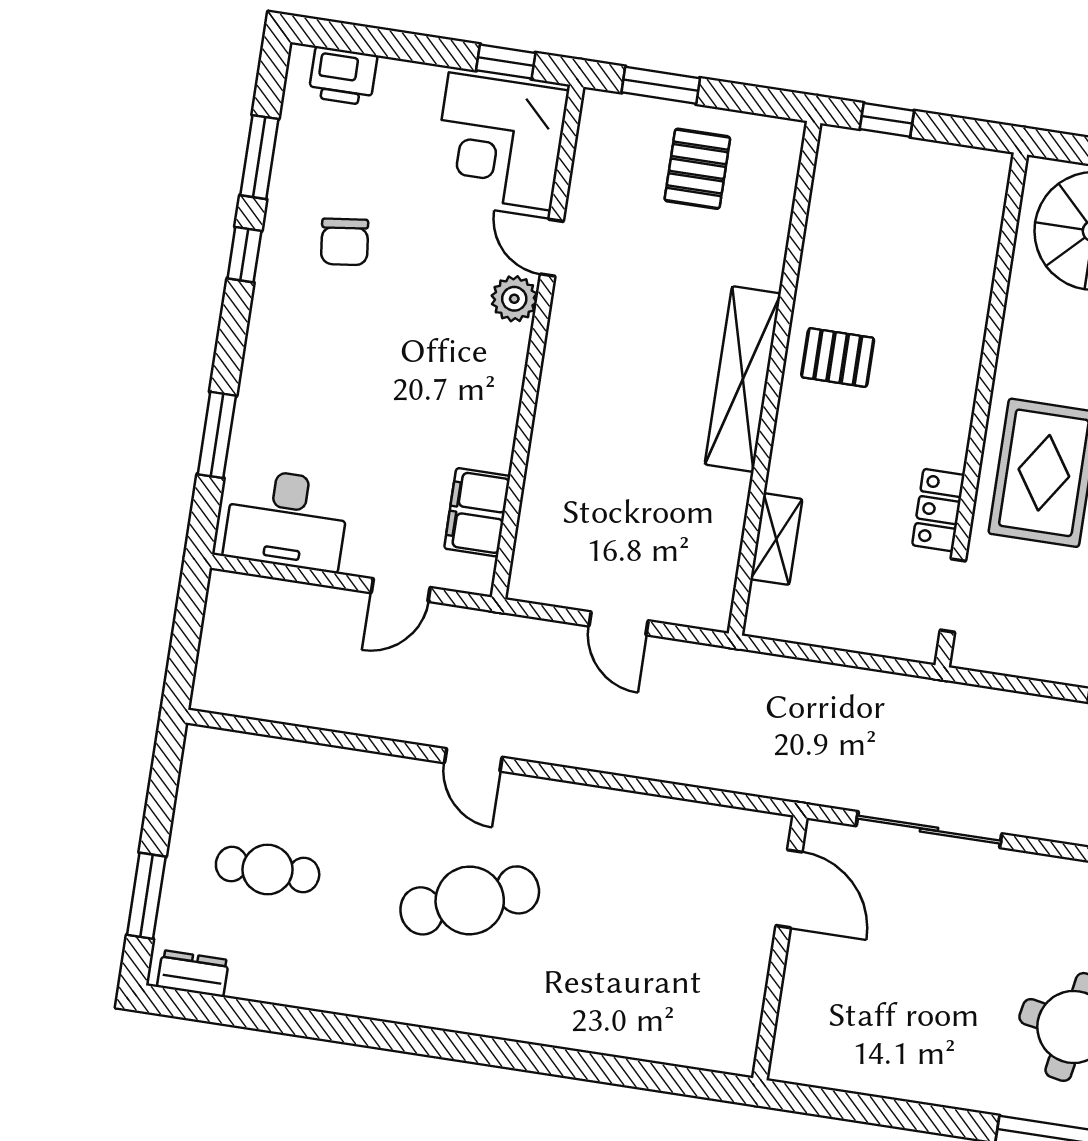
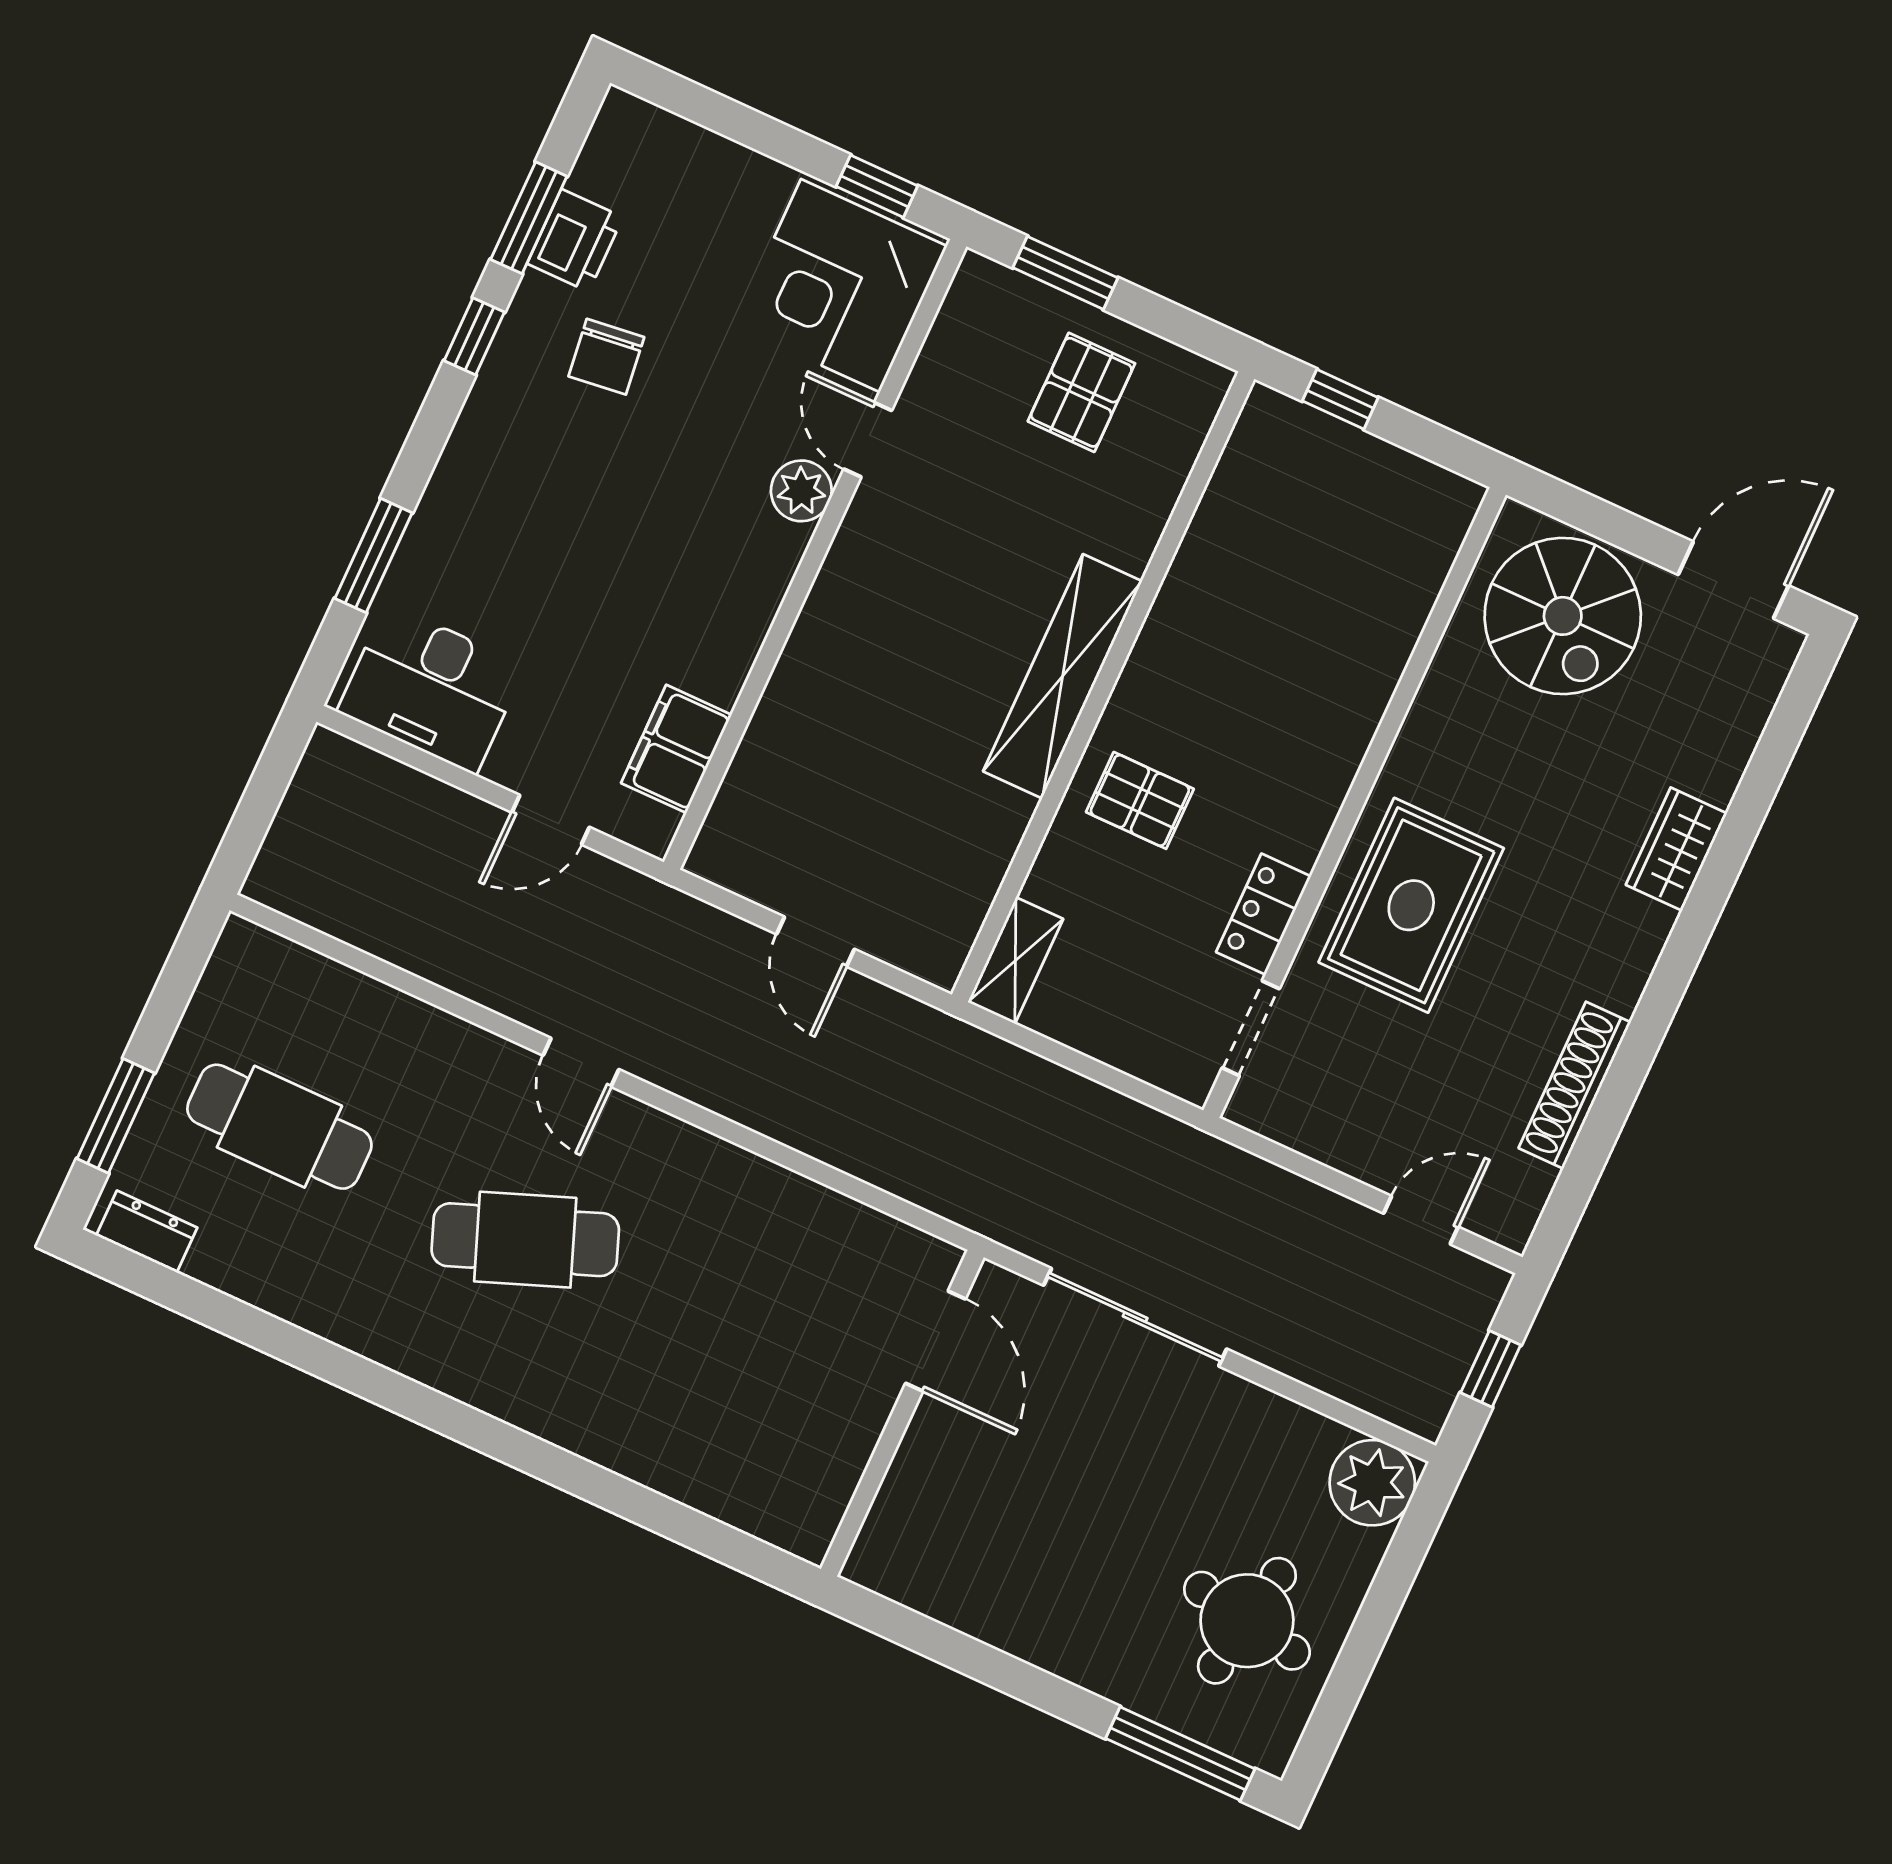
printer: (343, 76) -> (575, 240), moved, turned -90
pallet: (838, 358) -> (1140, 800), moved
shelving: (776, 539) -> (1015, 960), moved
cafe table: (268, 870) -> (279, 1127), width x1.37, depth x1.35

